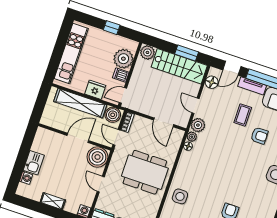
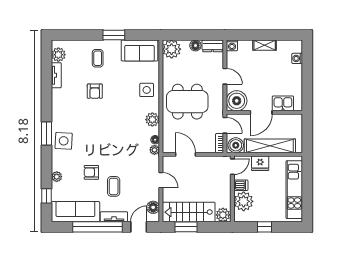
plant: (198, 125) -> (152, 120), moved
kitchen sink: (34, 163) -> (283, 103), moved, turned 90

